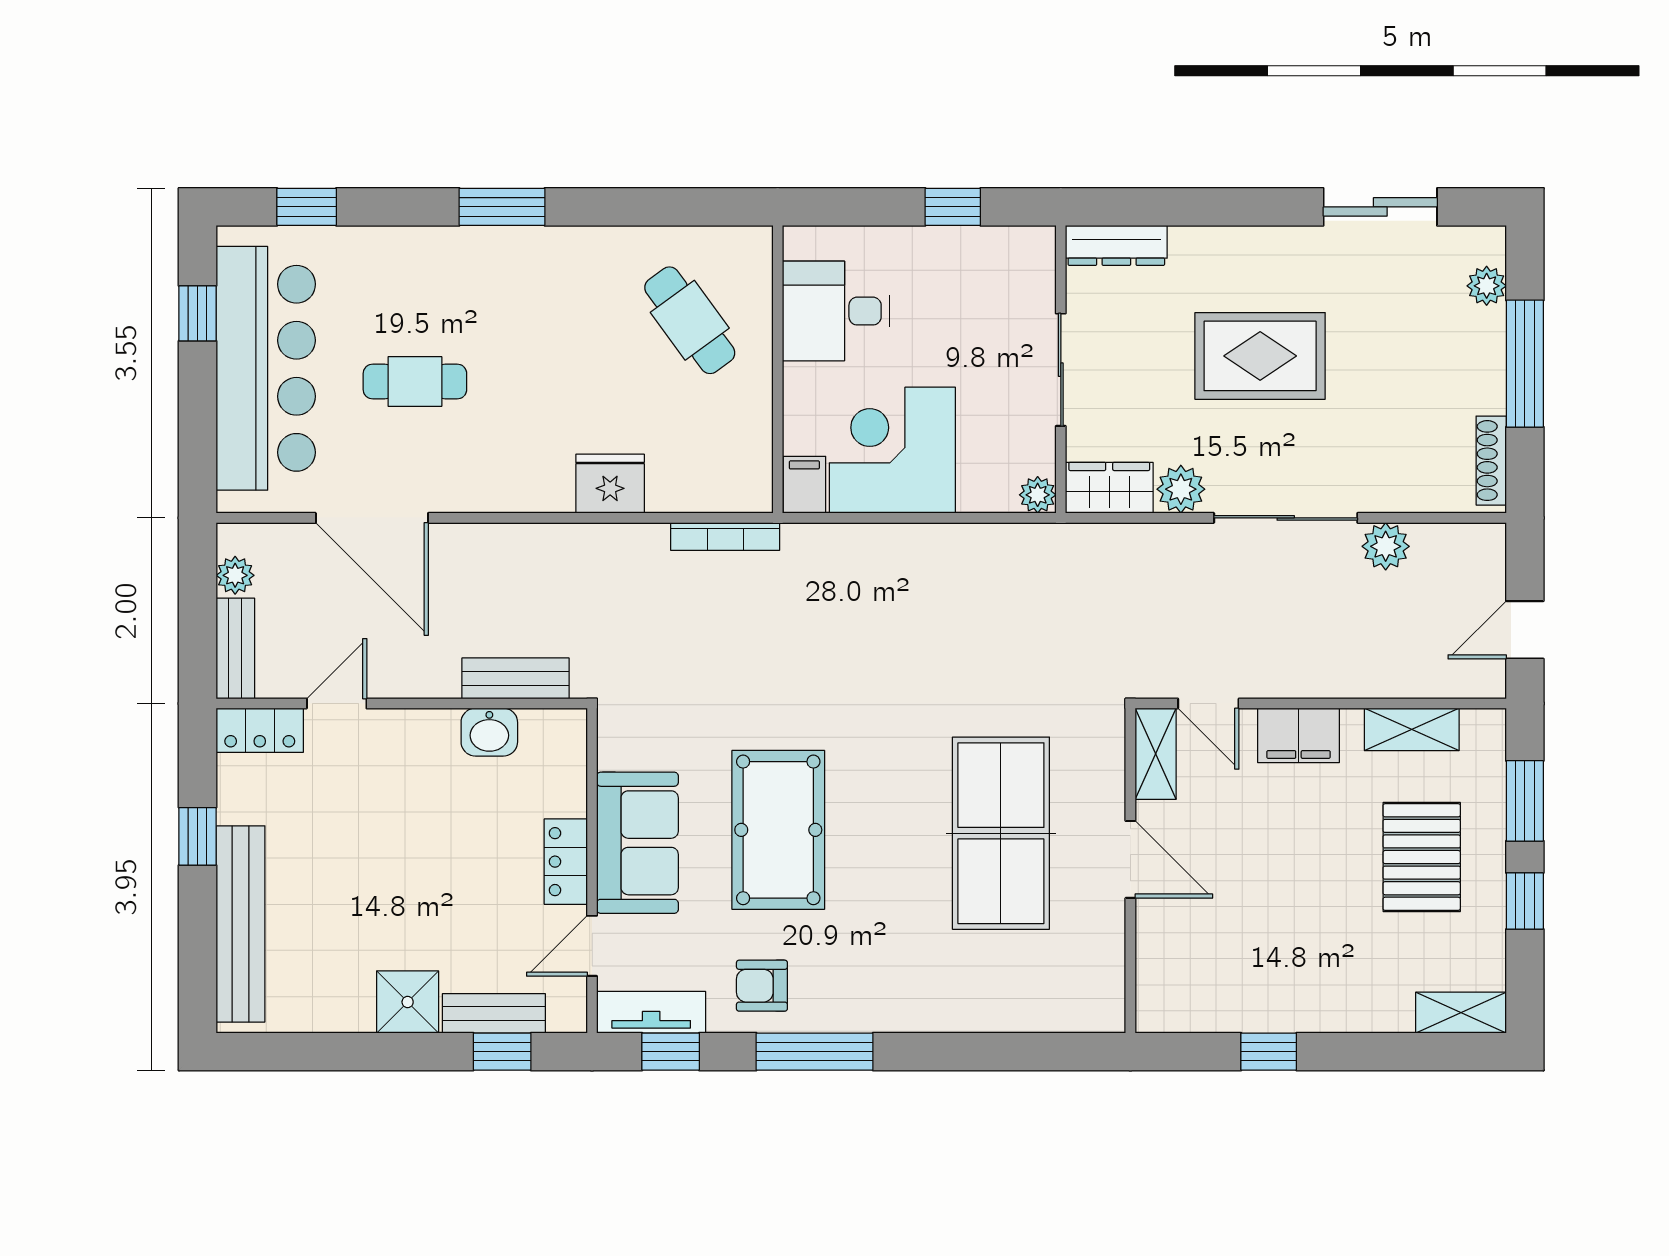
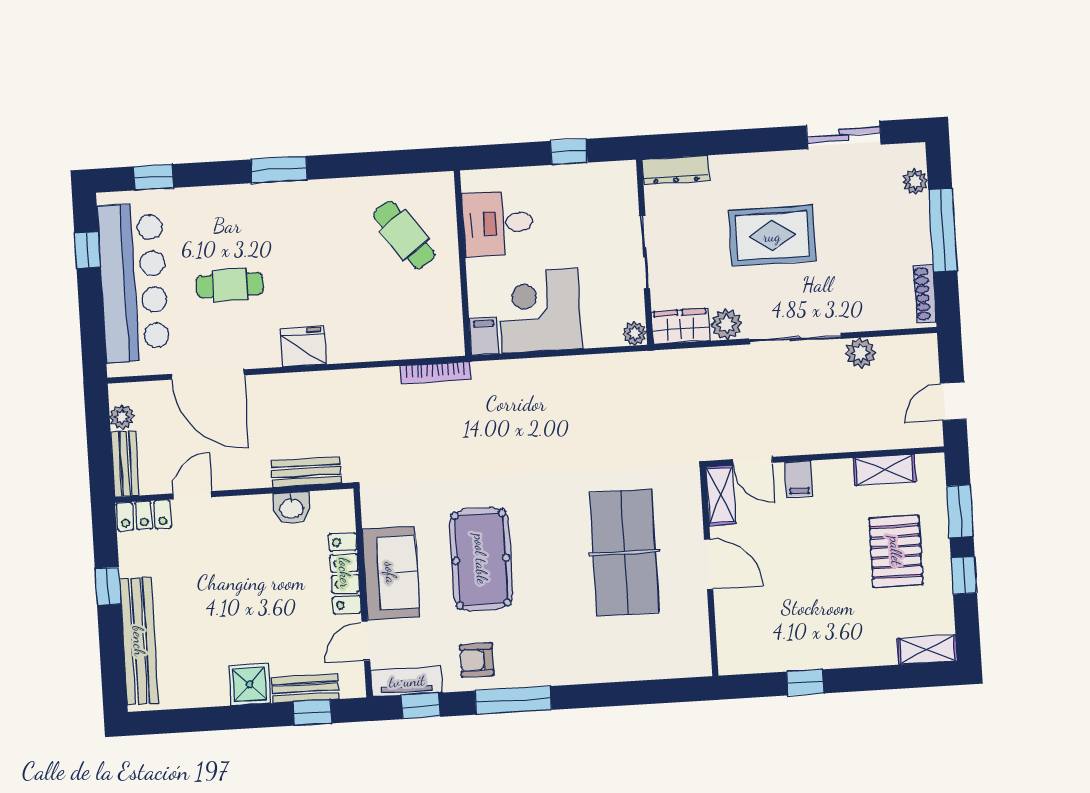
fridge: (610, 484) -> (303, 347), moved
filing cabinet: (1298, 735) -> (799, 479), width x0.50
locker: (566, 862) -> (345, 573), width x1.53

